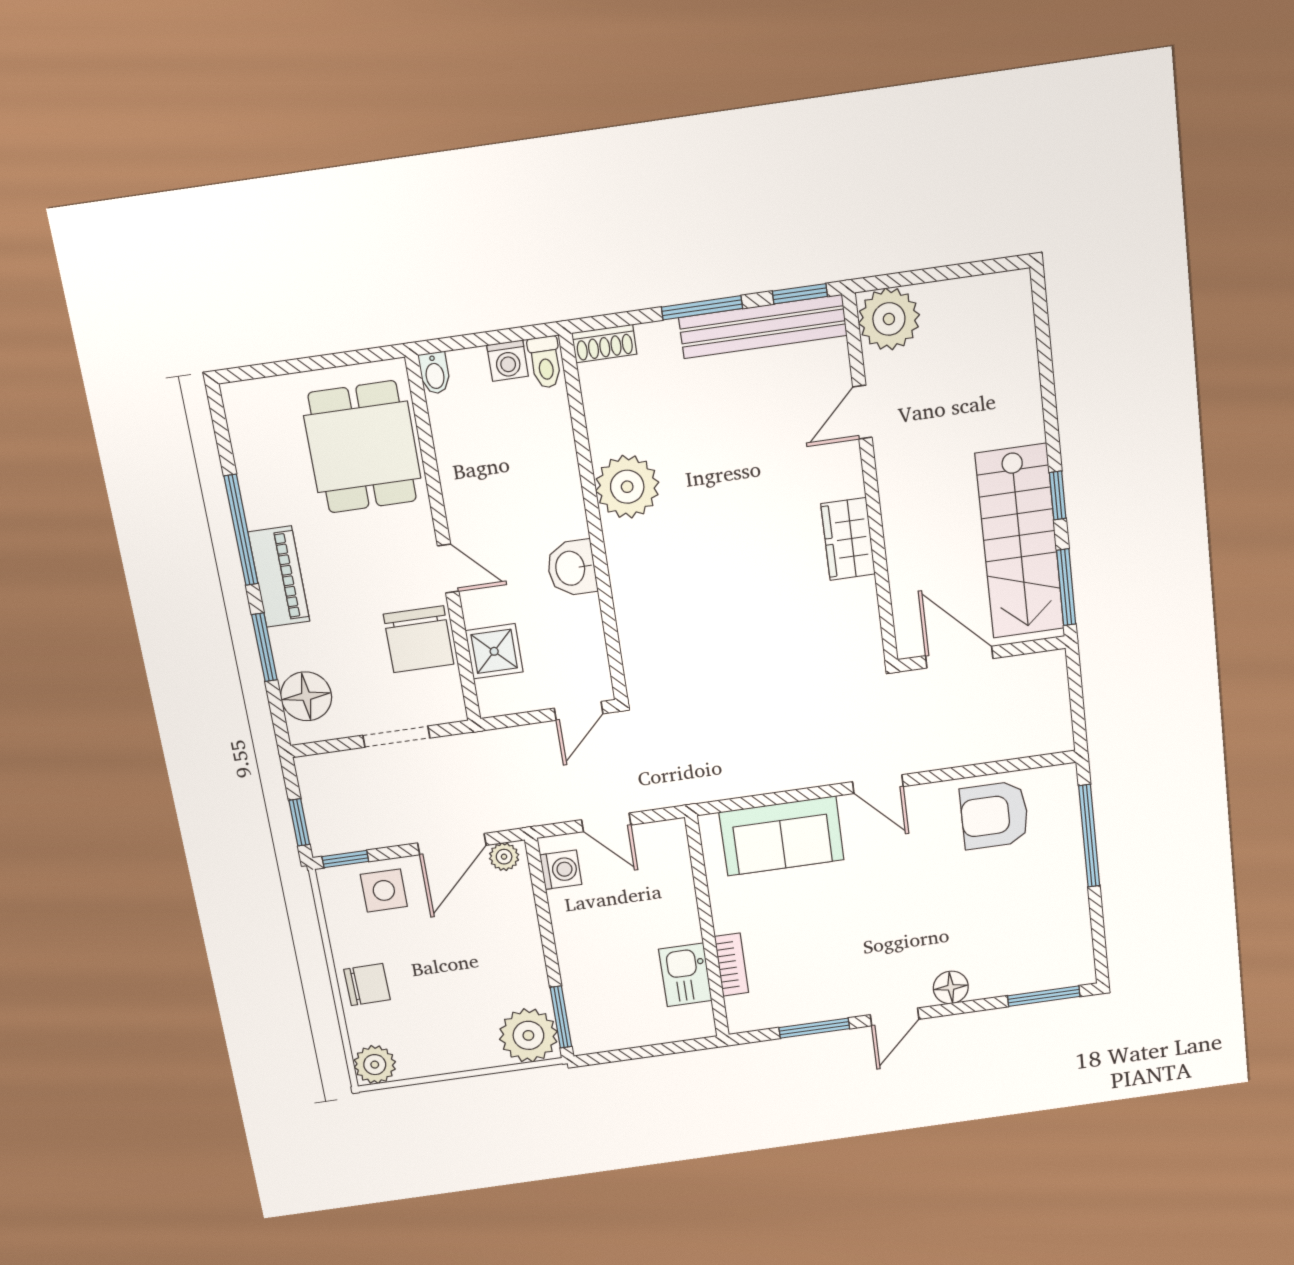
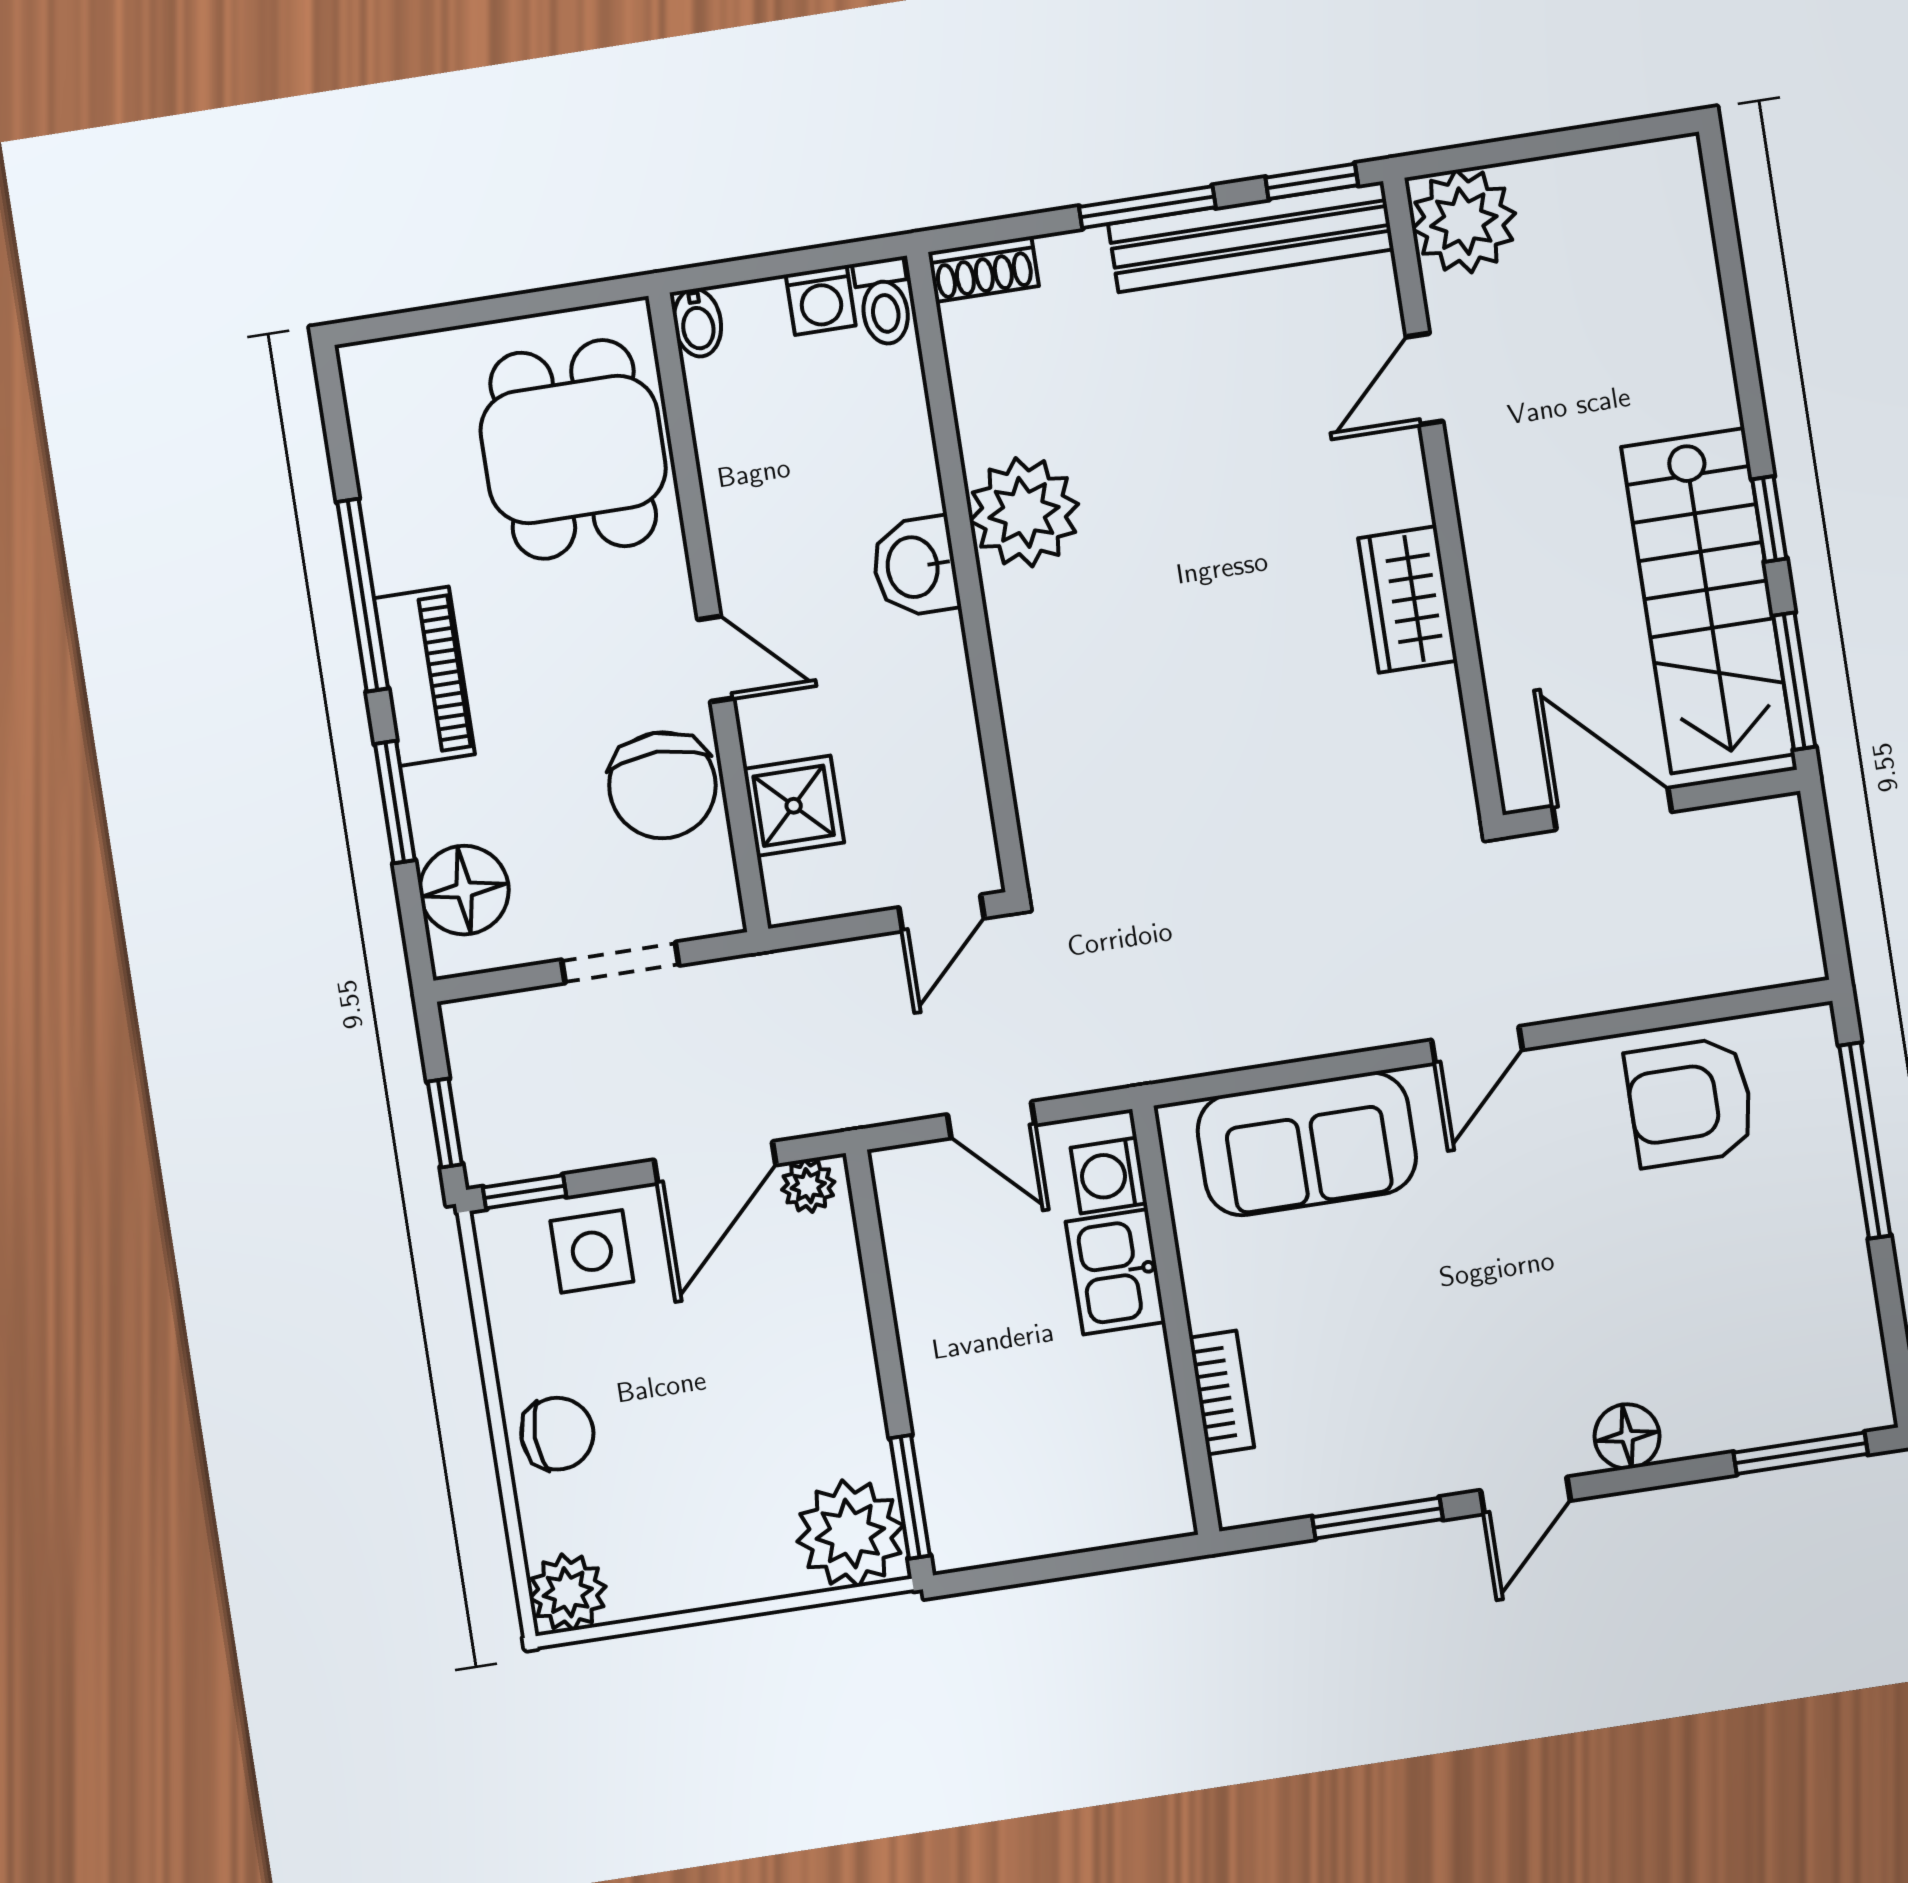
washbasin: (572, 568) -> (915, 567), moved
door: (878, 784) -> (1477, 1045), hinge flipped
washing machine: (561, 870) -> (1109, 1175), moved, turned 180
kitchen sink: (685, 975) -> (1116, 1272), moved

